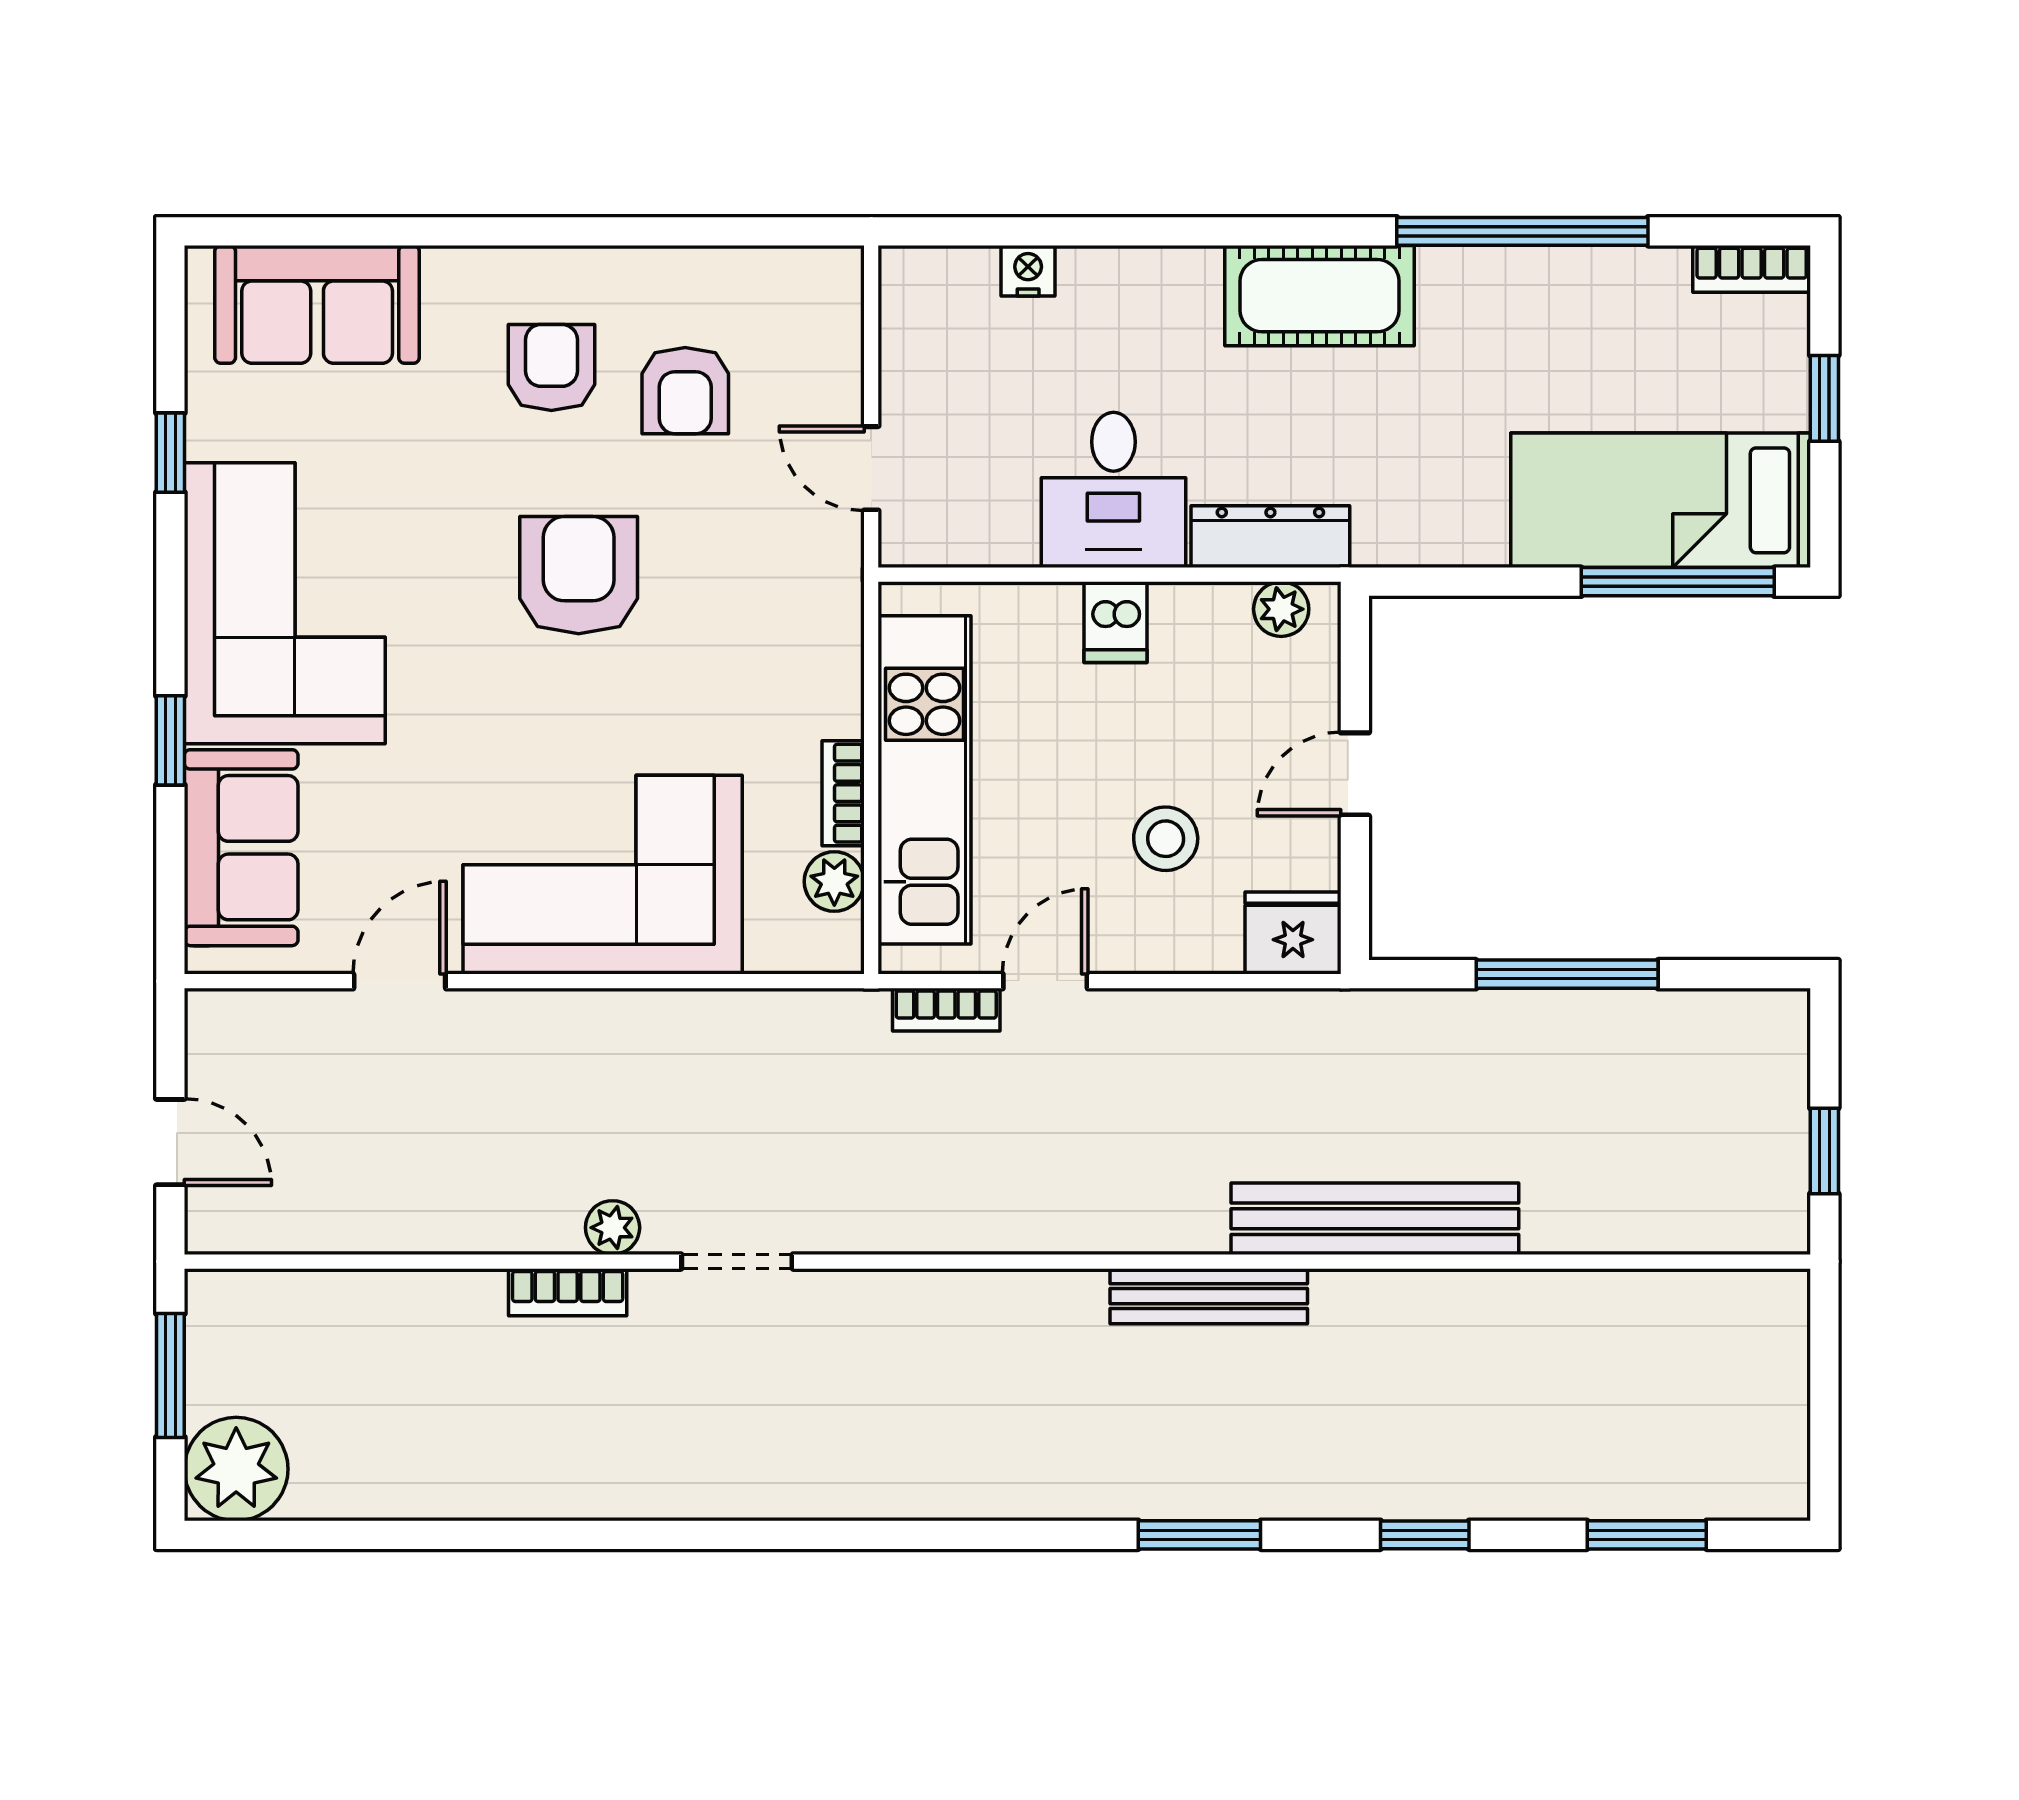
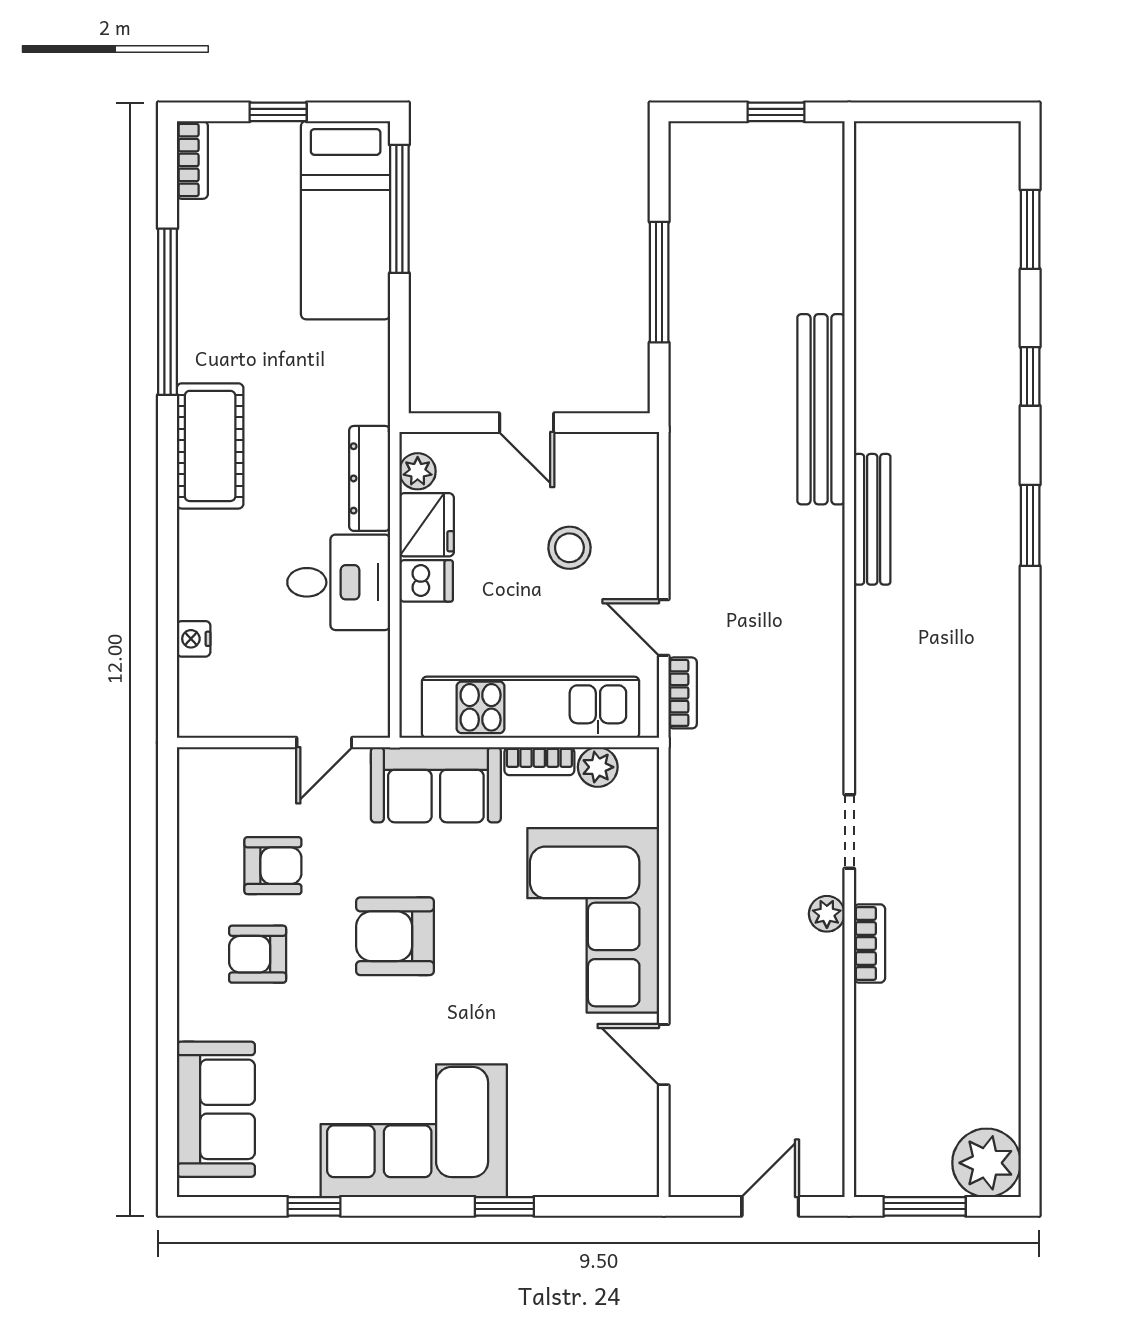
sofa: (241, 848) -> (436, 785), moved, turned 180
fridge: (1293, 933) -> (427, 525), moved, turned 180

